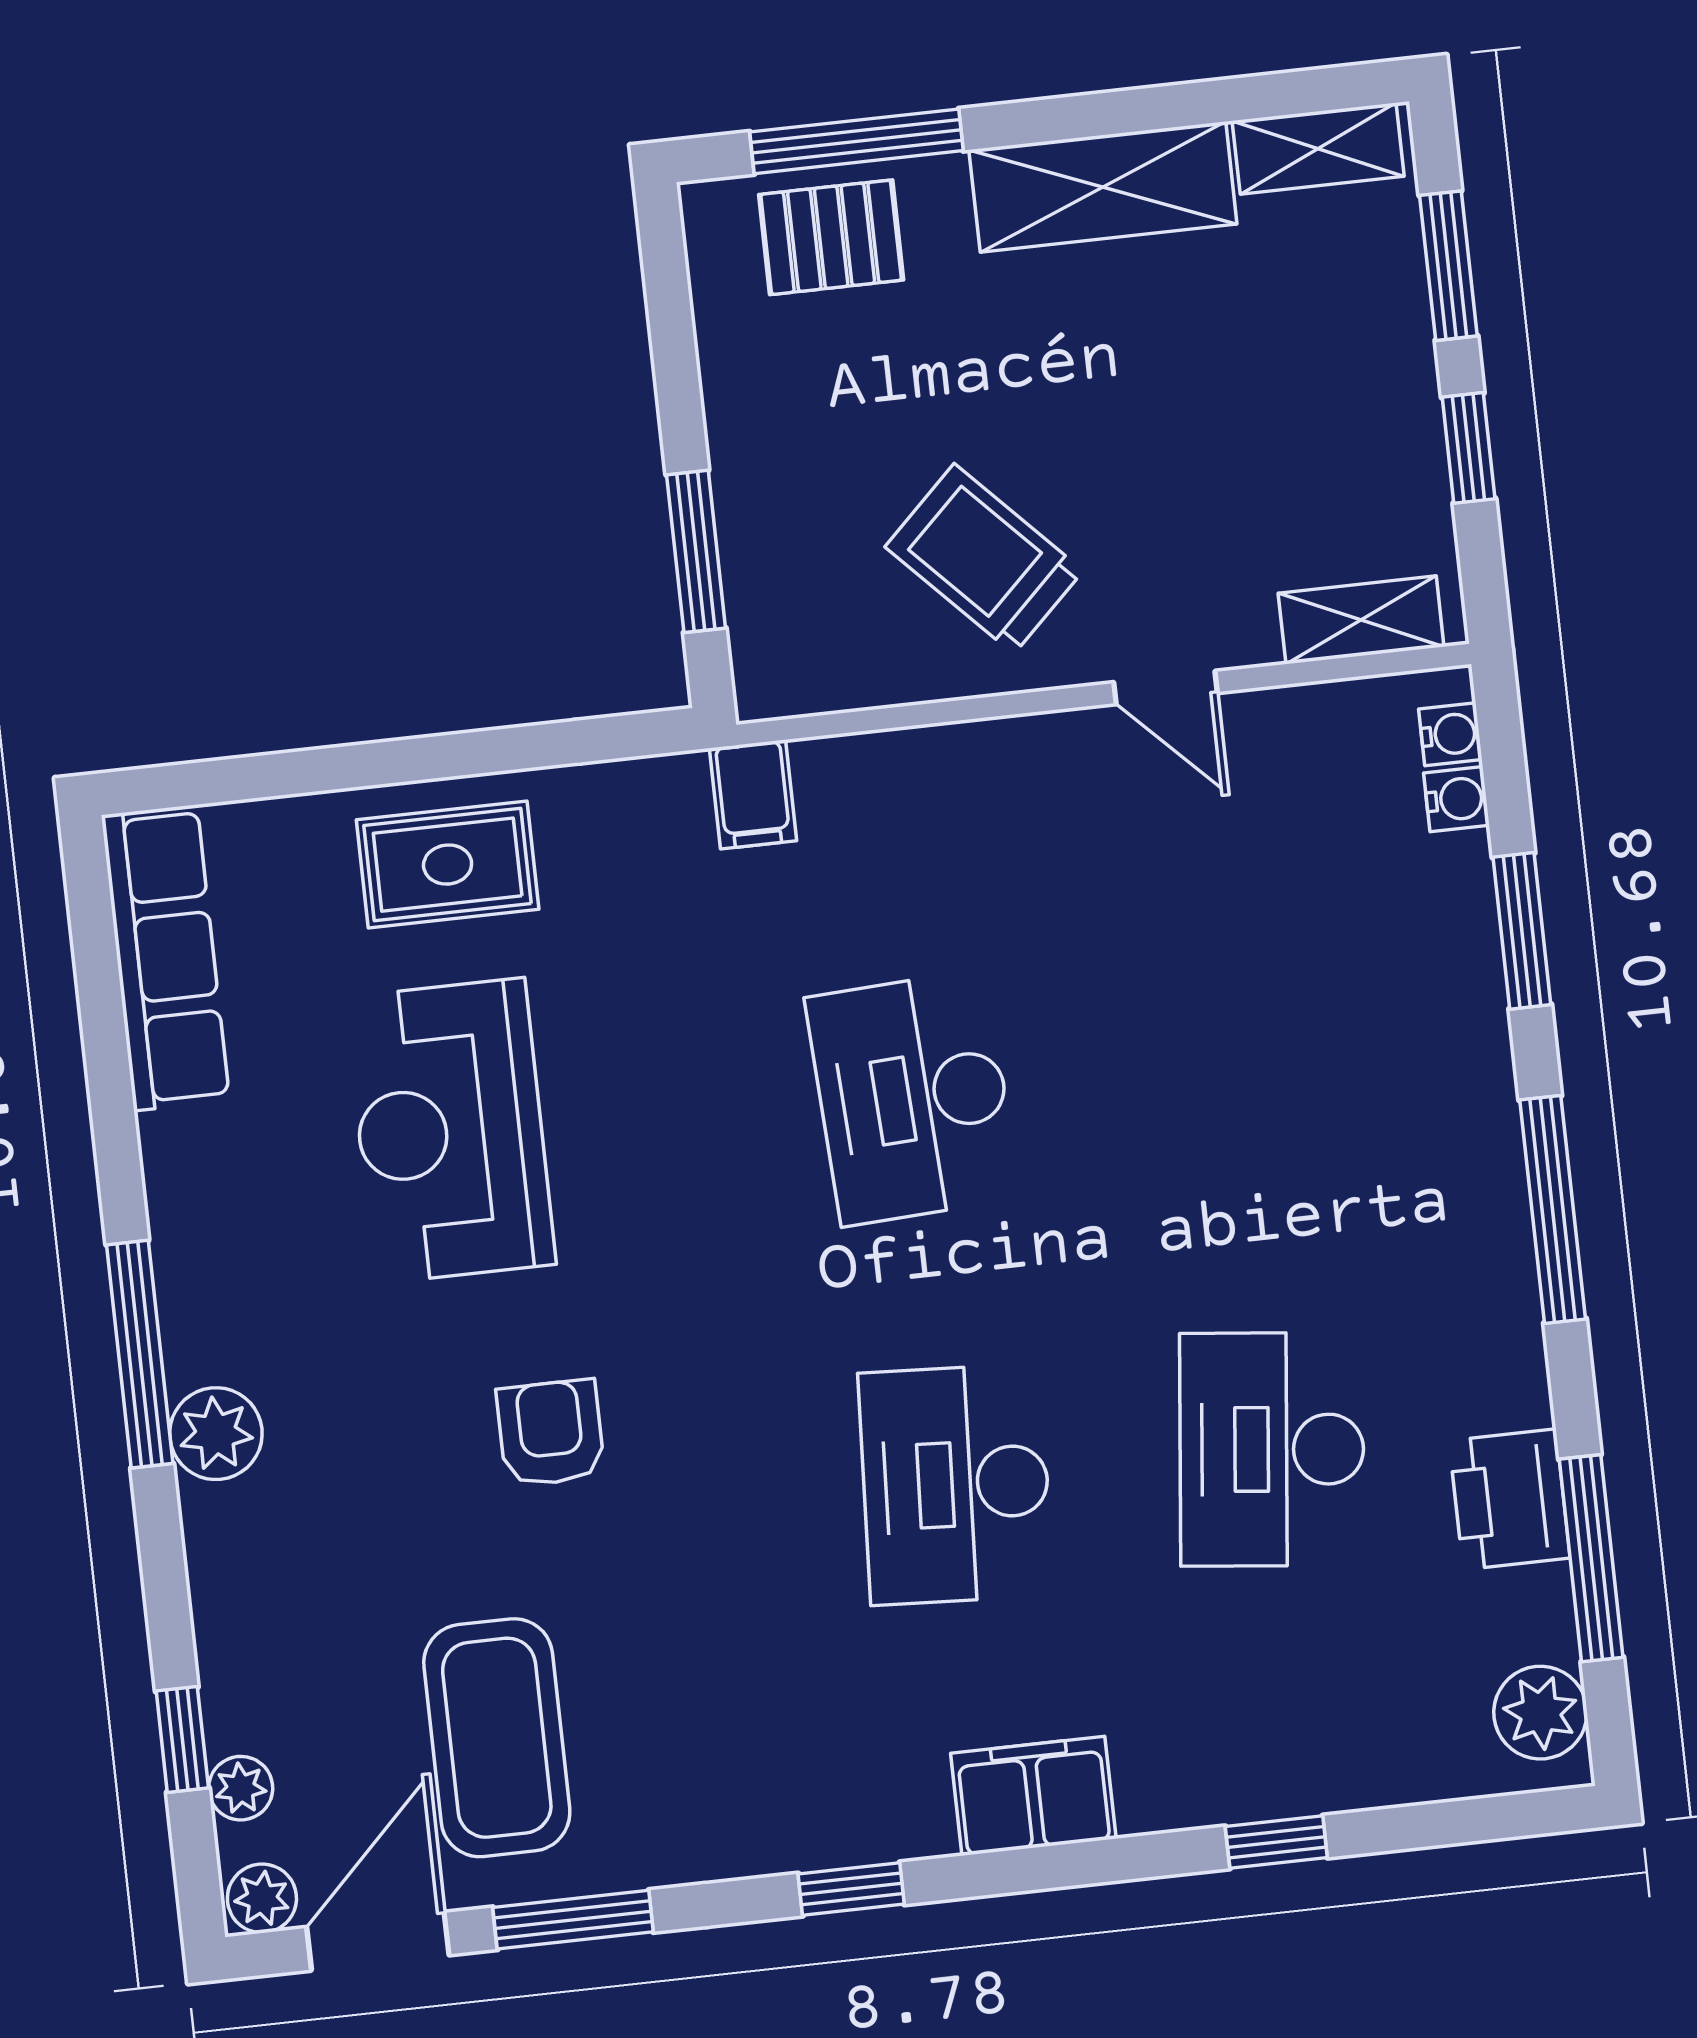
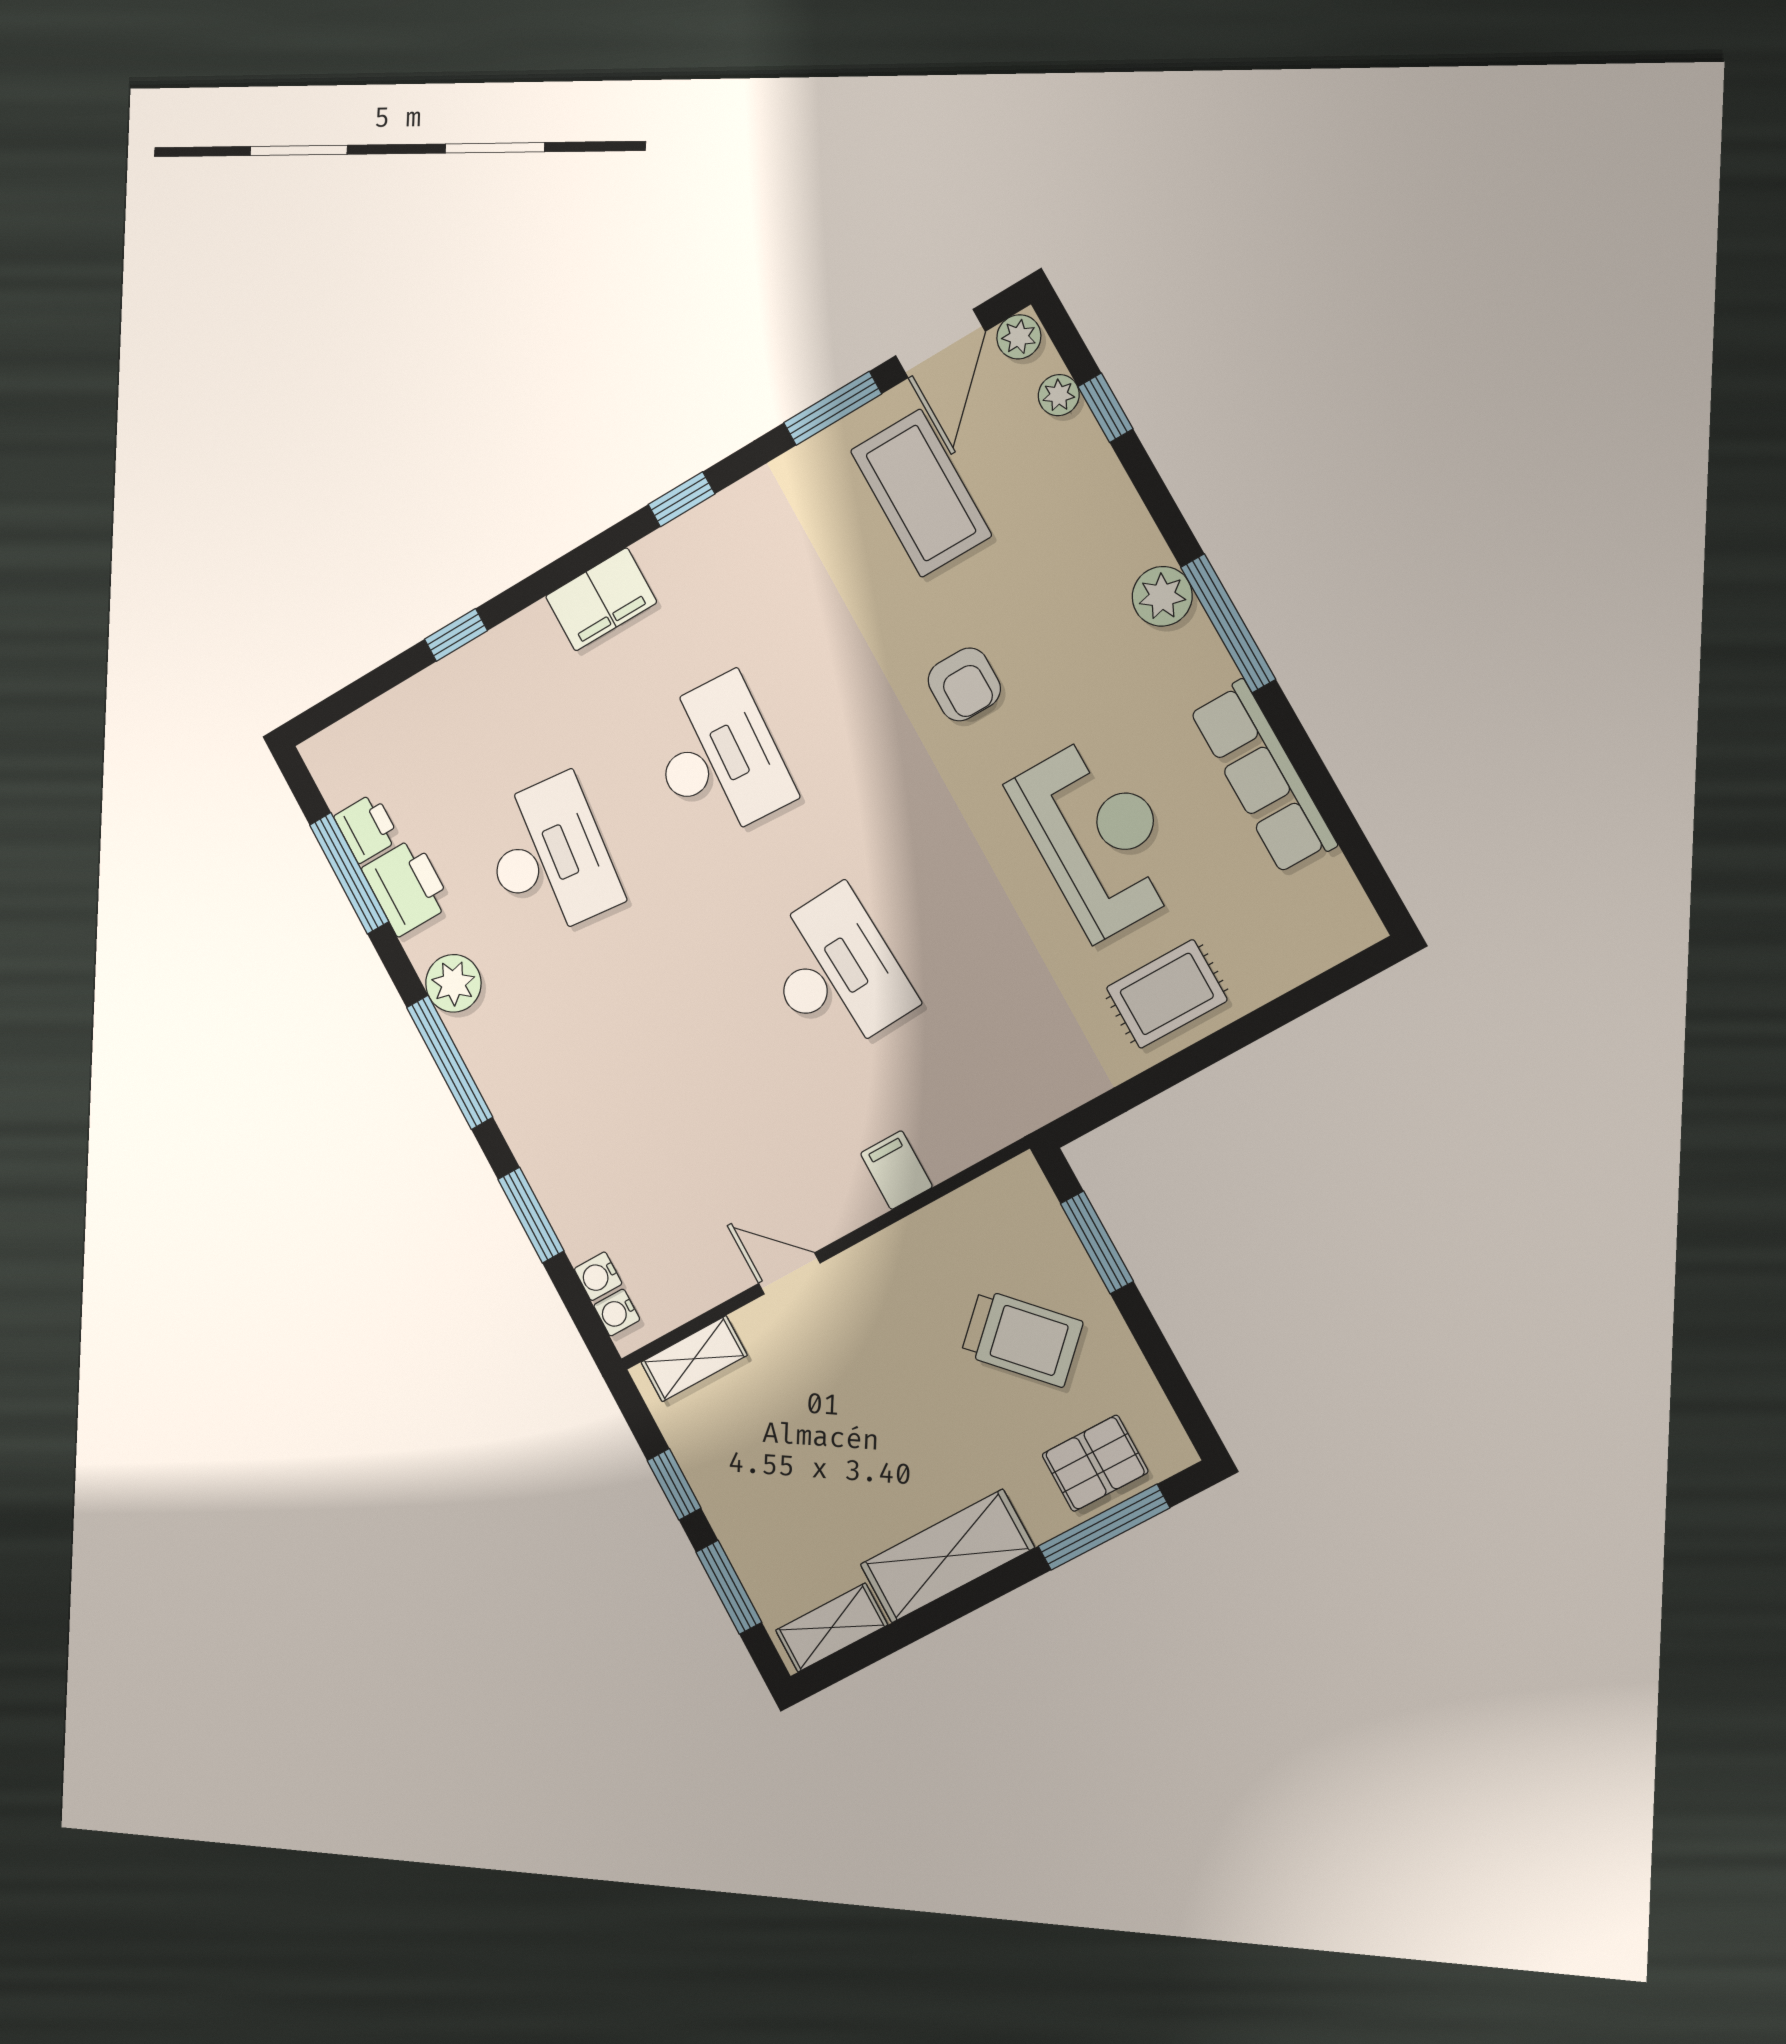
trolley: (984, 559) -> (1022, 1338), moved
filing cabinet: (753, 794) -> (896, 1170), moved
row of seats: (165, 958) -> (1263, 777), moved
printer: (1535, 1614) -> (367, 828), added
plant: (1540, 1713) -> (453, 983), moved

